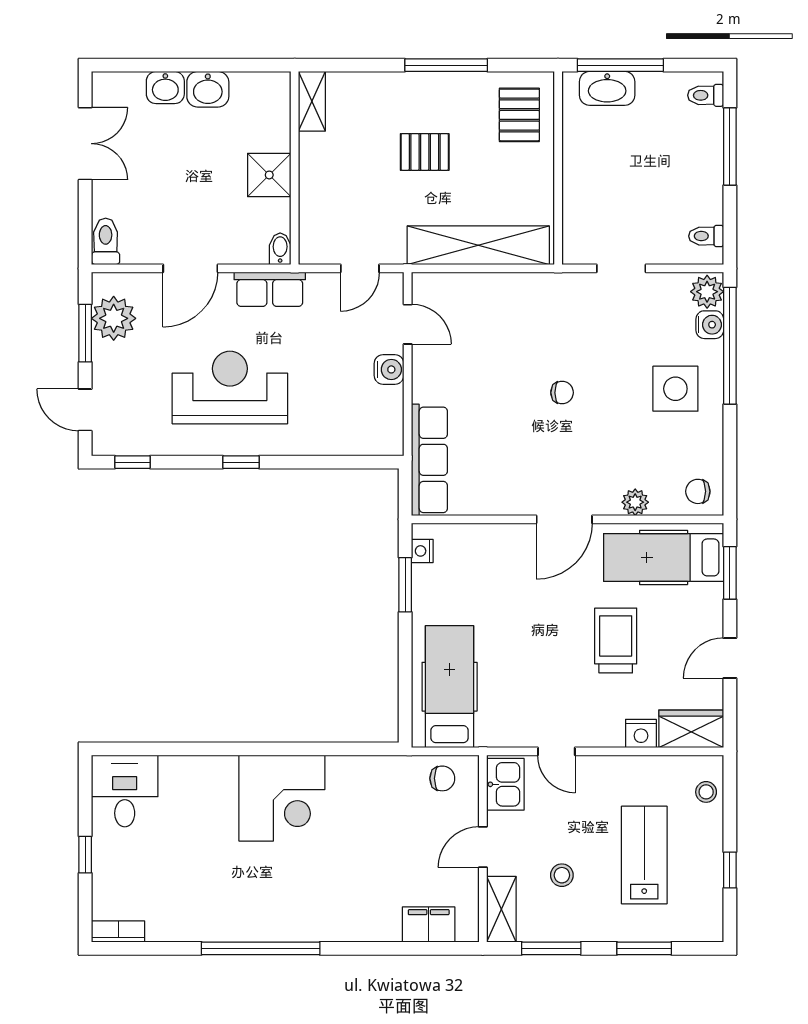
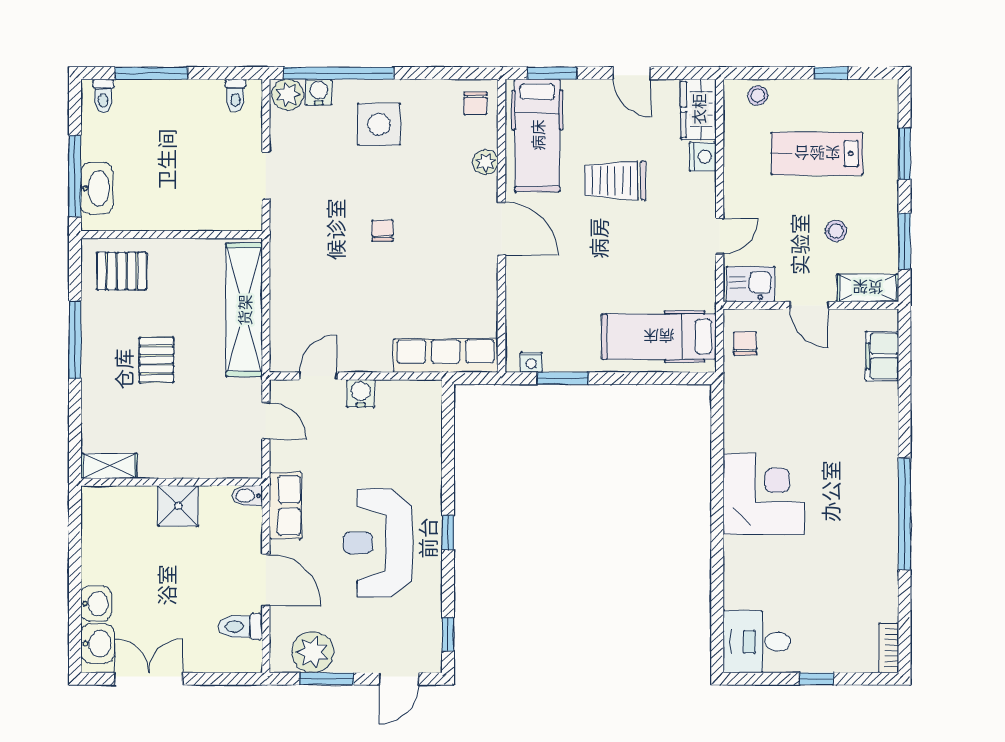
washbasin: (208, 89) -> (98, 643), moved
toilet: (106, 241) -> (240, 626), moved

